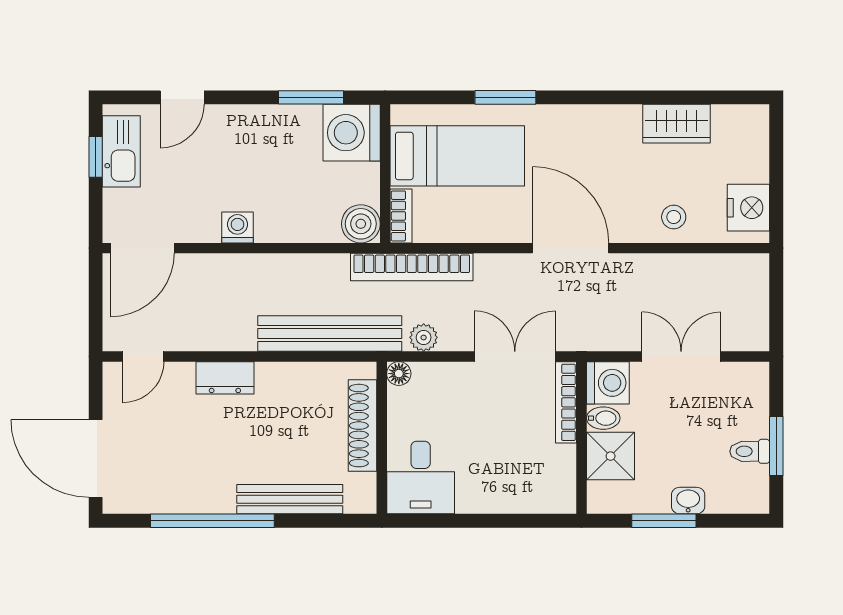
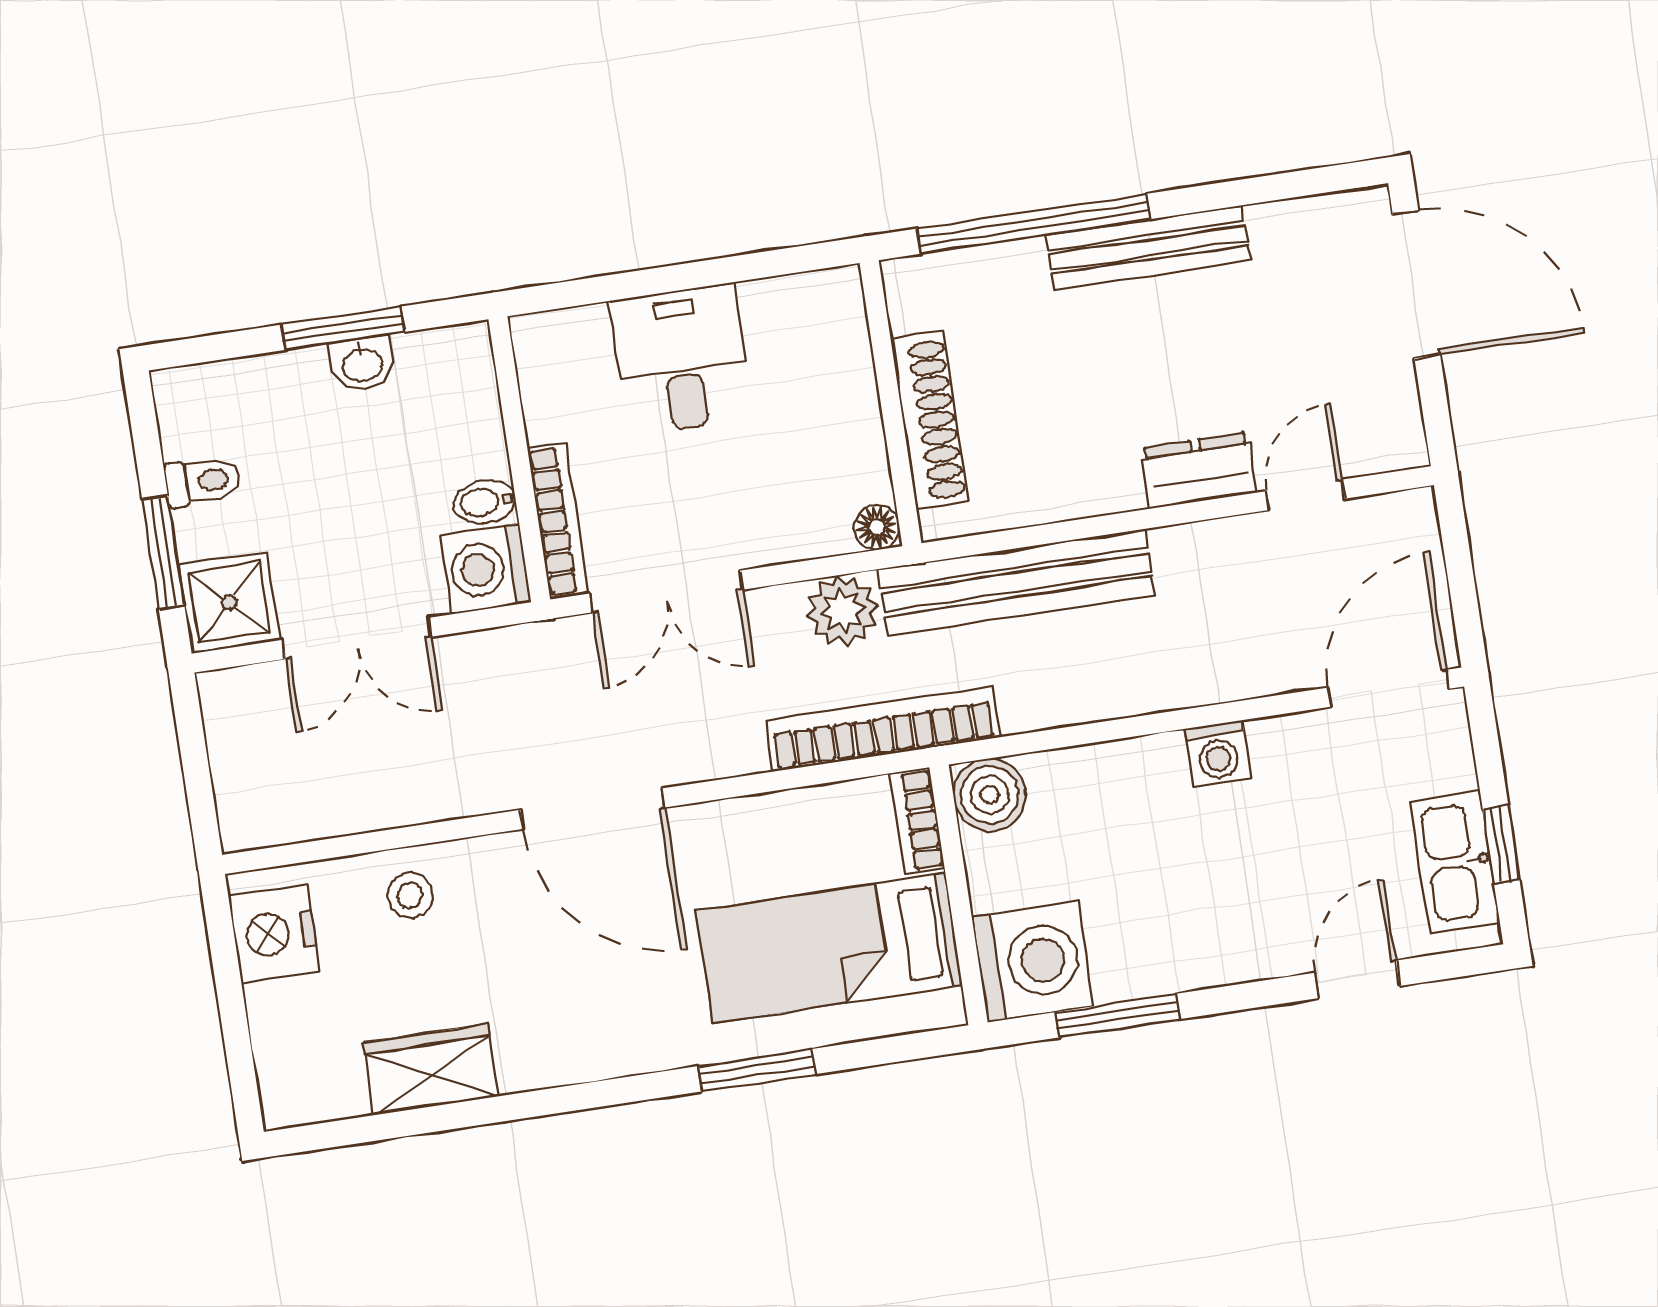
plant: (424, 337) -> (842, 611), width x1.38, depth x1.38
door: (143, 356) -> (1305, 495), moved
window: (776, 446) -> (163, 552), moved
shower: (611, 456) -> (229, 603), moved
desk: (421, 478) -> (681, 359), moved
bench: (290, 499) -> (1148, 248), moved
washbasin: (688, 501) -> (362, 364), moved
window: (212, 521) -> (1034, 224), moved

